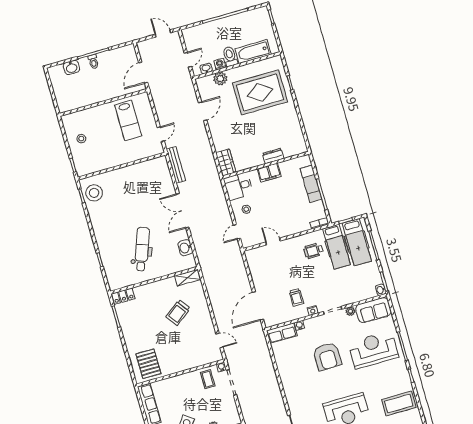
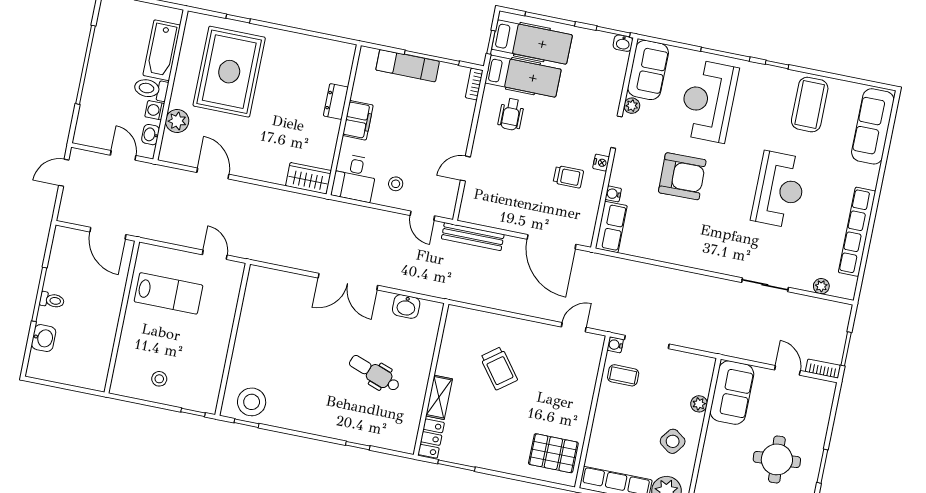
bench: (176, 165) -> (473, 237), moved
dental chair: (142, 249) -> (374, 373), width x0.73, depth x0.72
shelving: (188, 278) -> (439, 397), moved

